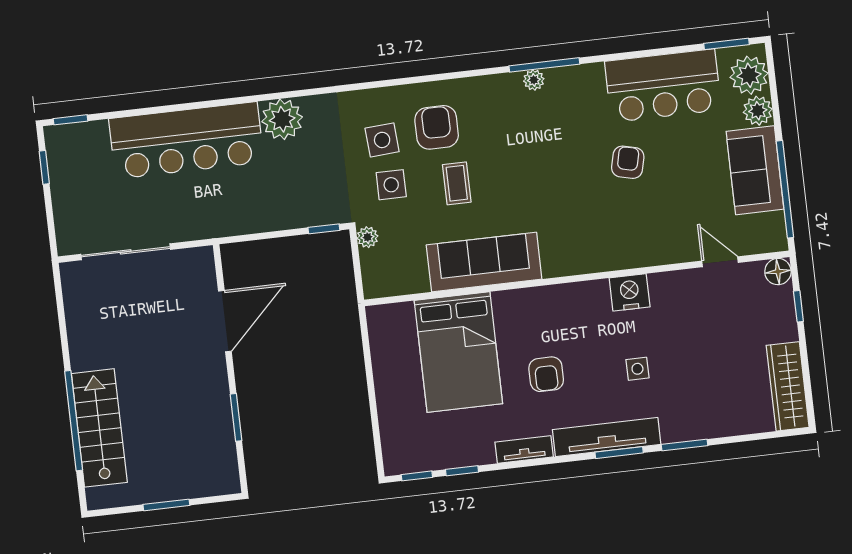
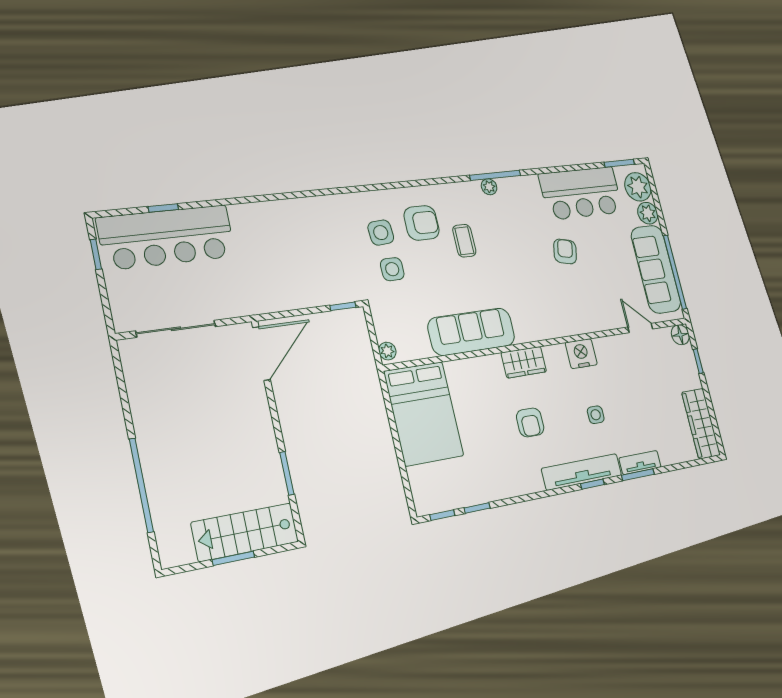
plant: (282, 119) -> (299, 215), removed
window: (71, 120) -> (163, 208), moved
armchair: (437, 127) -> (422, 223), turned 90
bar counter: (186, 140) -> (167, 237), moved
sofa: (755, 170) -> (656, 269), width x1.36
coffee table: (457, 183) -> (464, 241), moved
plant: (367, 237) -> (387, 351), moved
wardrobe: (549, 301) -> (524, 362), added
door: (225, 321) -> (261, 354), moved
bed: (458, 352) -> (424, 414), moved
stairs: (99, 428) -> (245, 532), moved, turned -90
tv unit: (524, 449) -> (640, 463), moved
window: (619, 453) -> (592, 484), width x0.67

